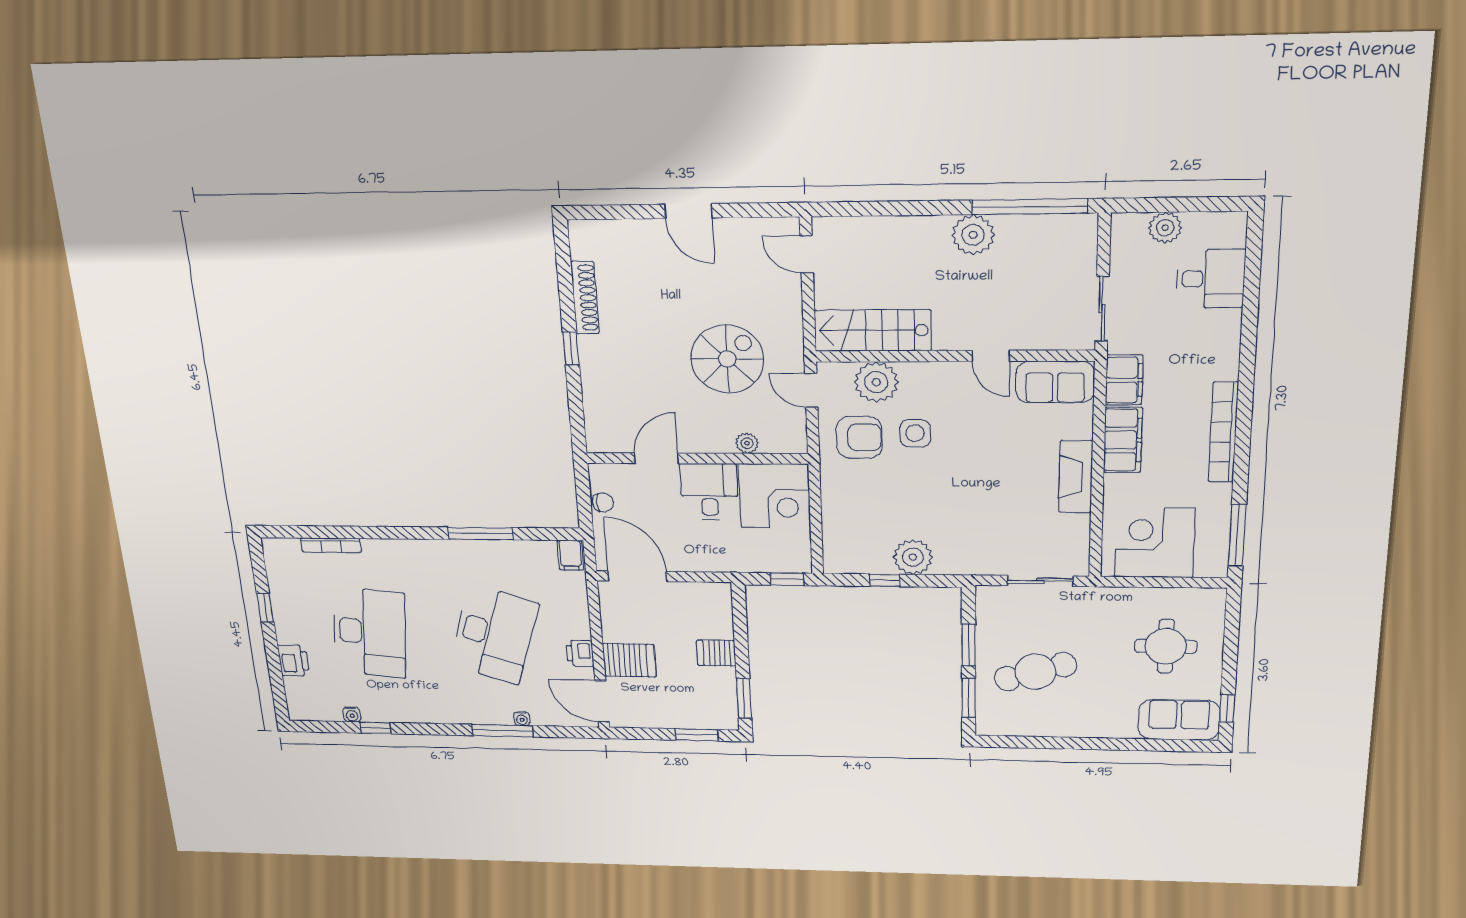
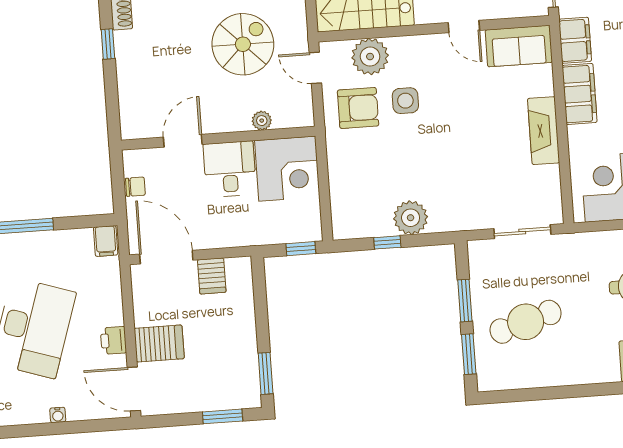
server rack: (716, 653) -> (212, 276), moved, turned -90
window: (502, 731) -> (39, 430), removed

